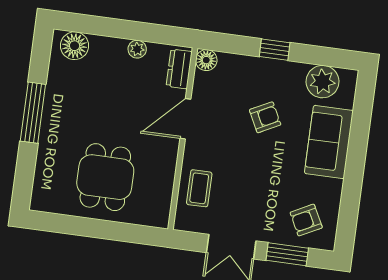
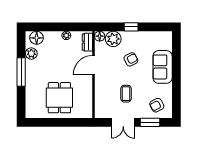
plant: (59, 77) -> (31, 54), added
plant: (322, 82) -> (113, 39), moved
coffee table: (199, 188) -> (126, 94), moved

